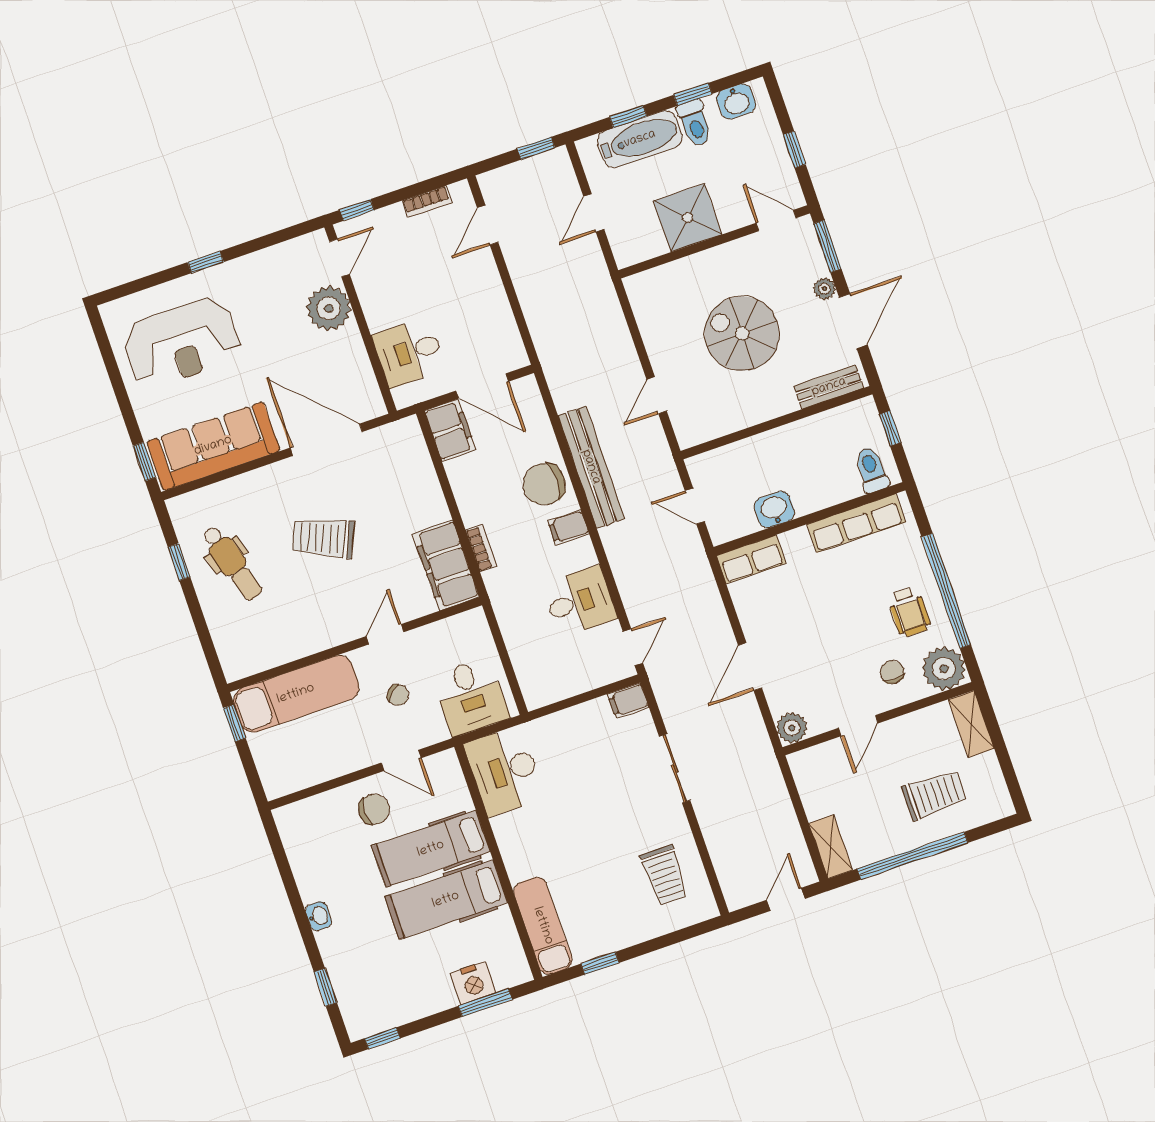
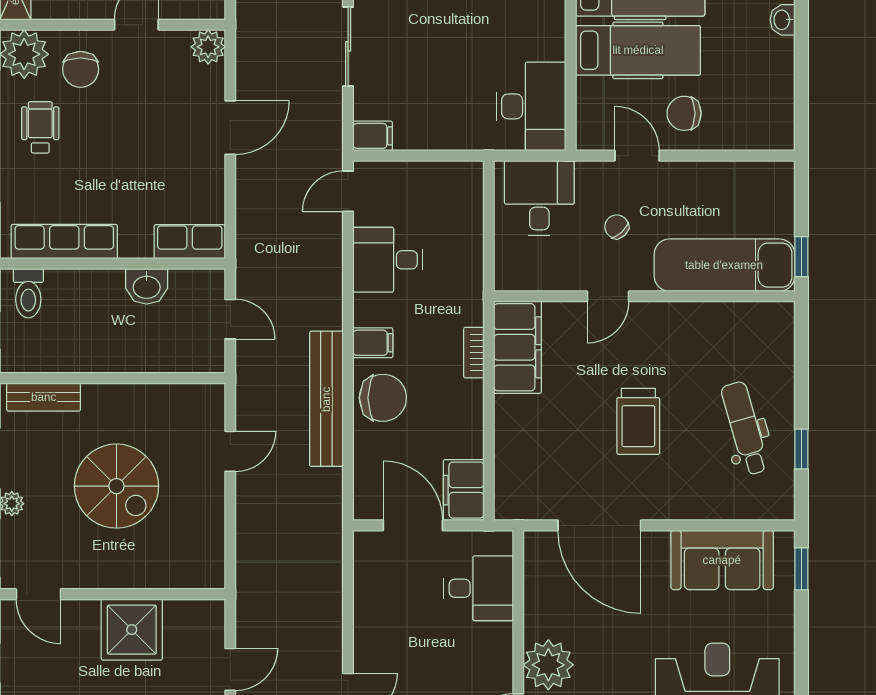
sofa: (213, 446) -> (722, 560), width x0.73
trolley: (323, 538) -> (638, 421), turned 67
chair: (892, 672) -> (81, 69), width x1.37, depth x1.37

